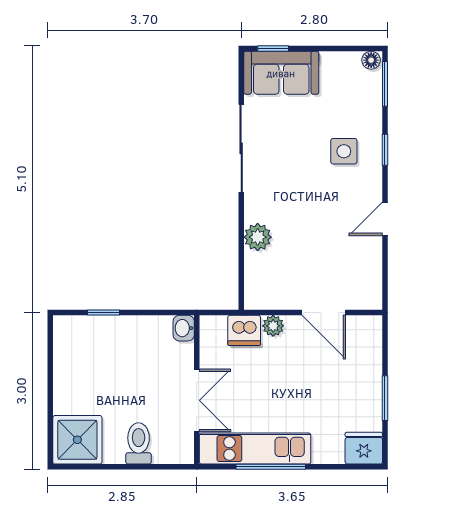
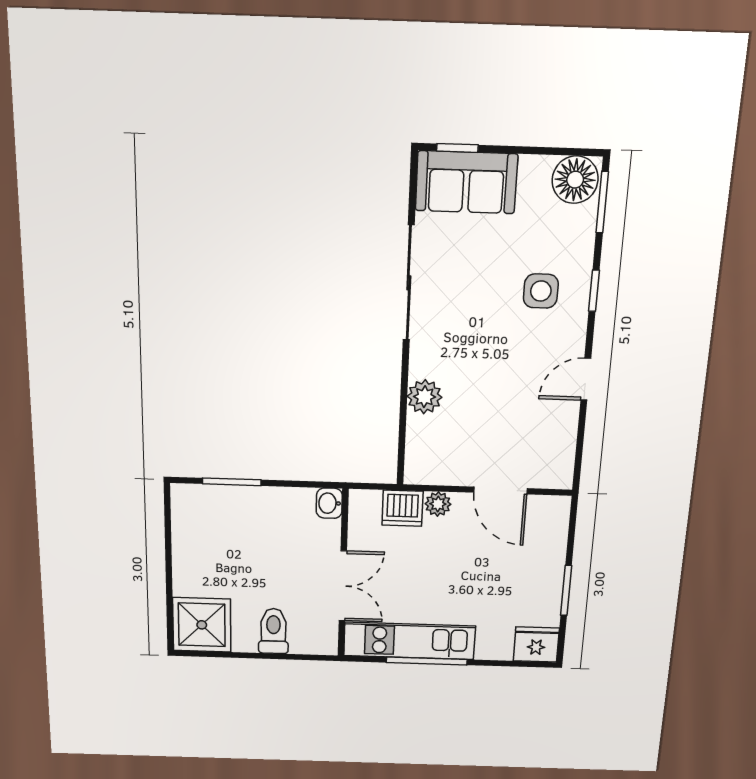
floor lamp: (371, 60) -> (575, 180), width x1.89, depth x1.89
window: (103, 313) -> (232, 482), width x1.50

